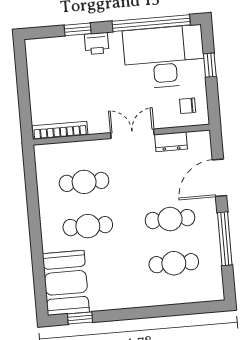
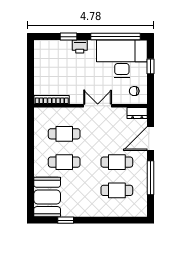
dresser: (171, 142) -> (137, 113), moved
window: (80, 318) -> (66, 220), moved

